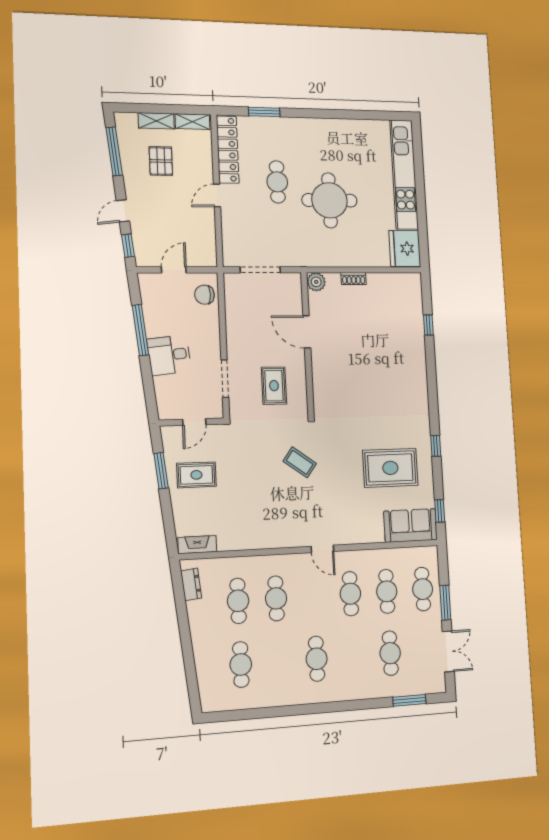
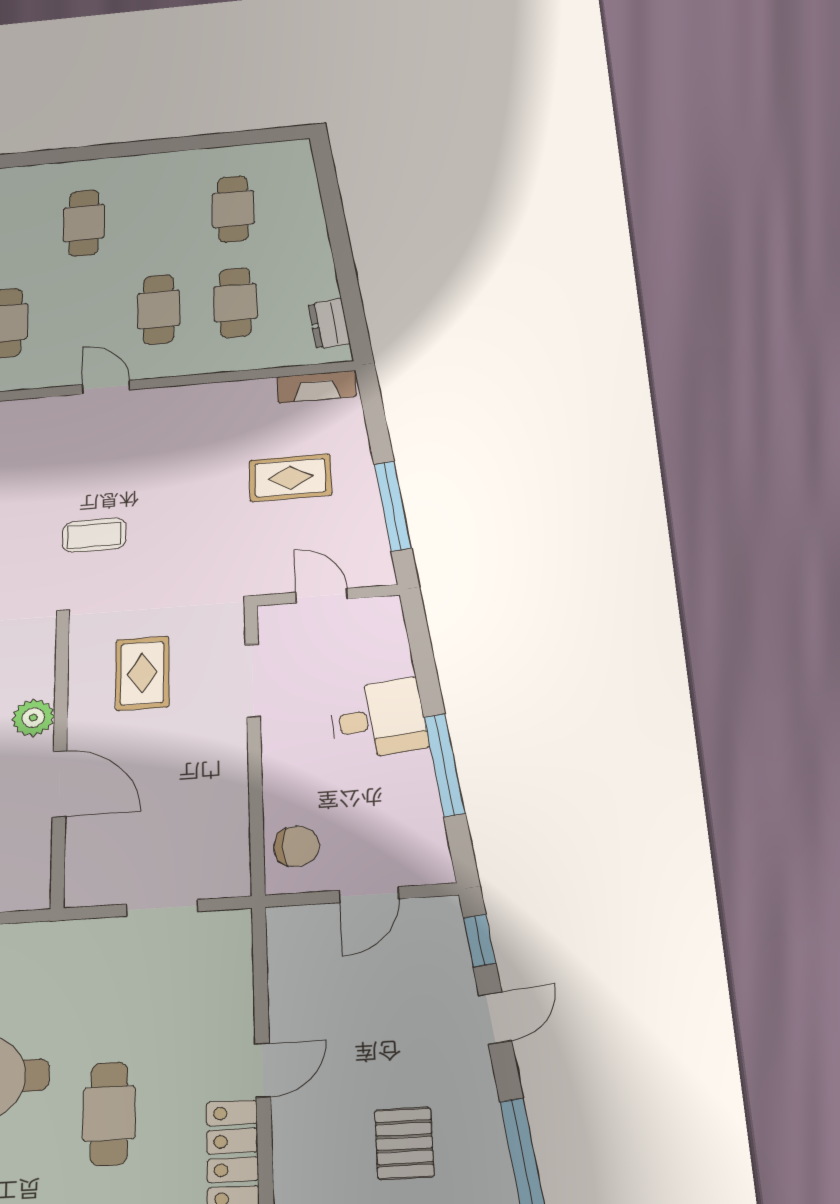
doorway: (260, 270) -> (162, 908), width x0.73
plant: (316, 282) -> (33, 718), moved
door: (194, 422) -> (322, 596), hinge flipped
coffee table: (300, 462) -> (94, 535), turned -36
window: (161, 471) -> (393, 506), width x1.44
rug: (196, 475) -> (290, 478), moved
door: (322, 549) -> (106, 387), moved

